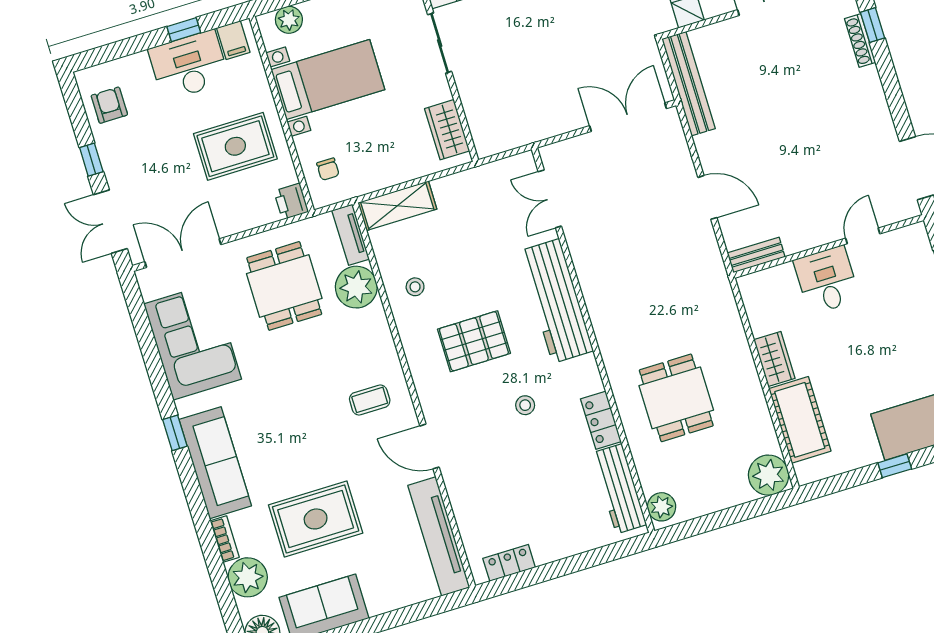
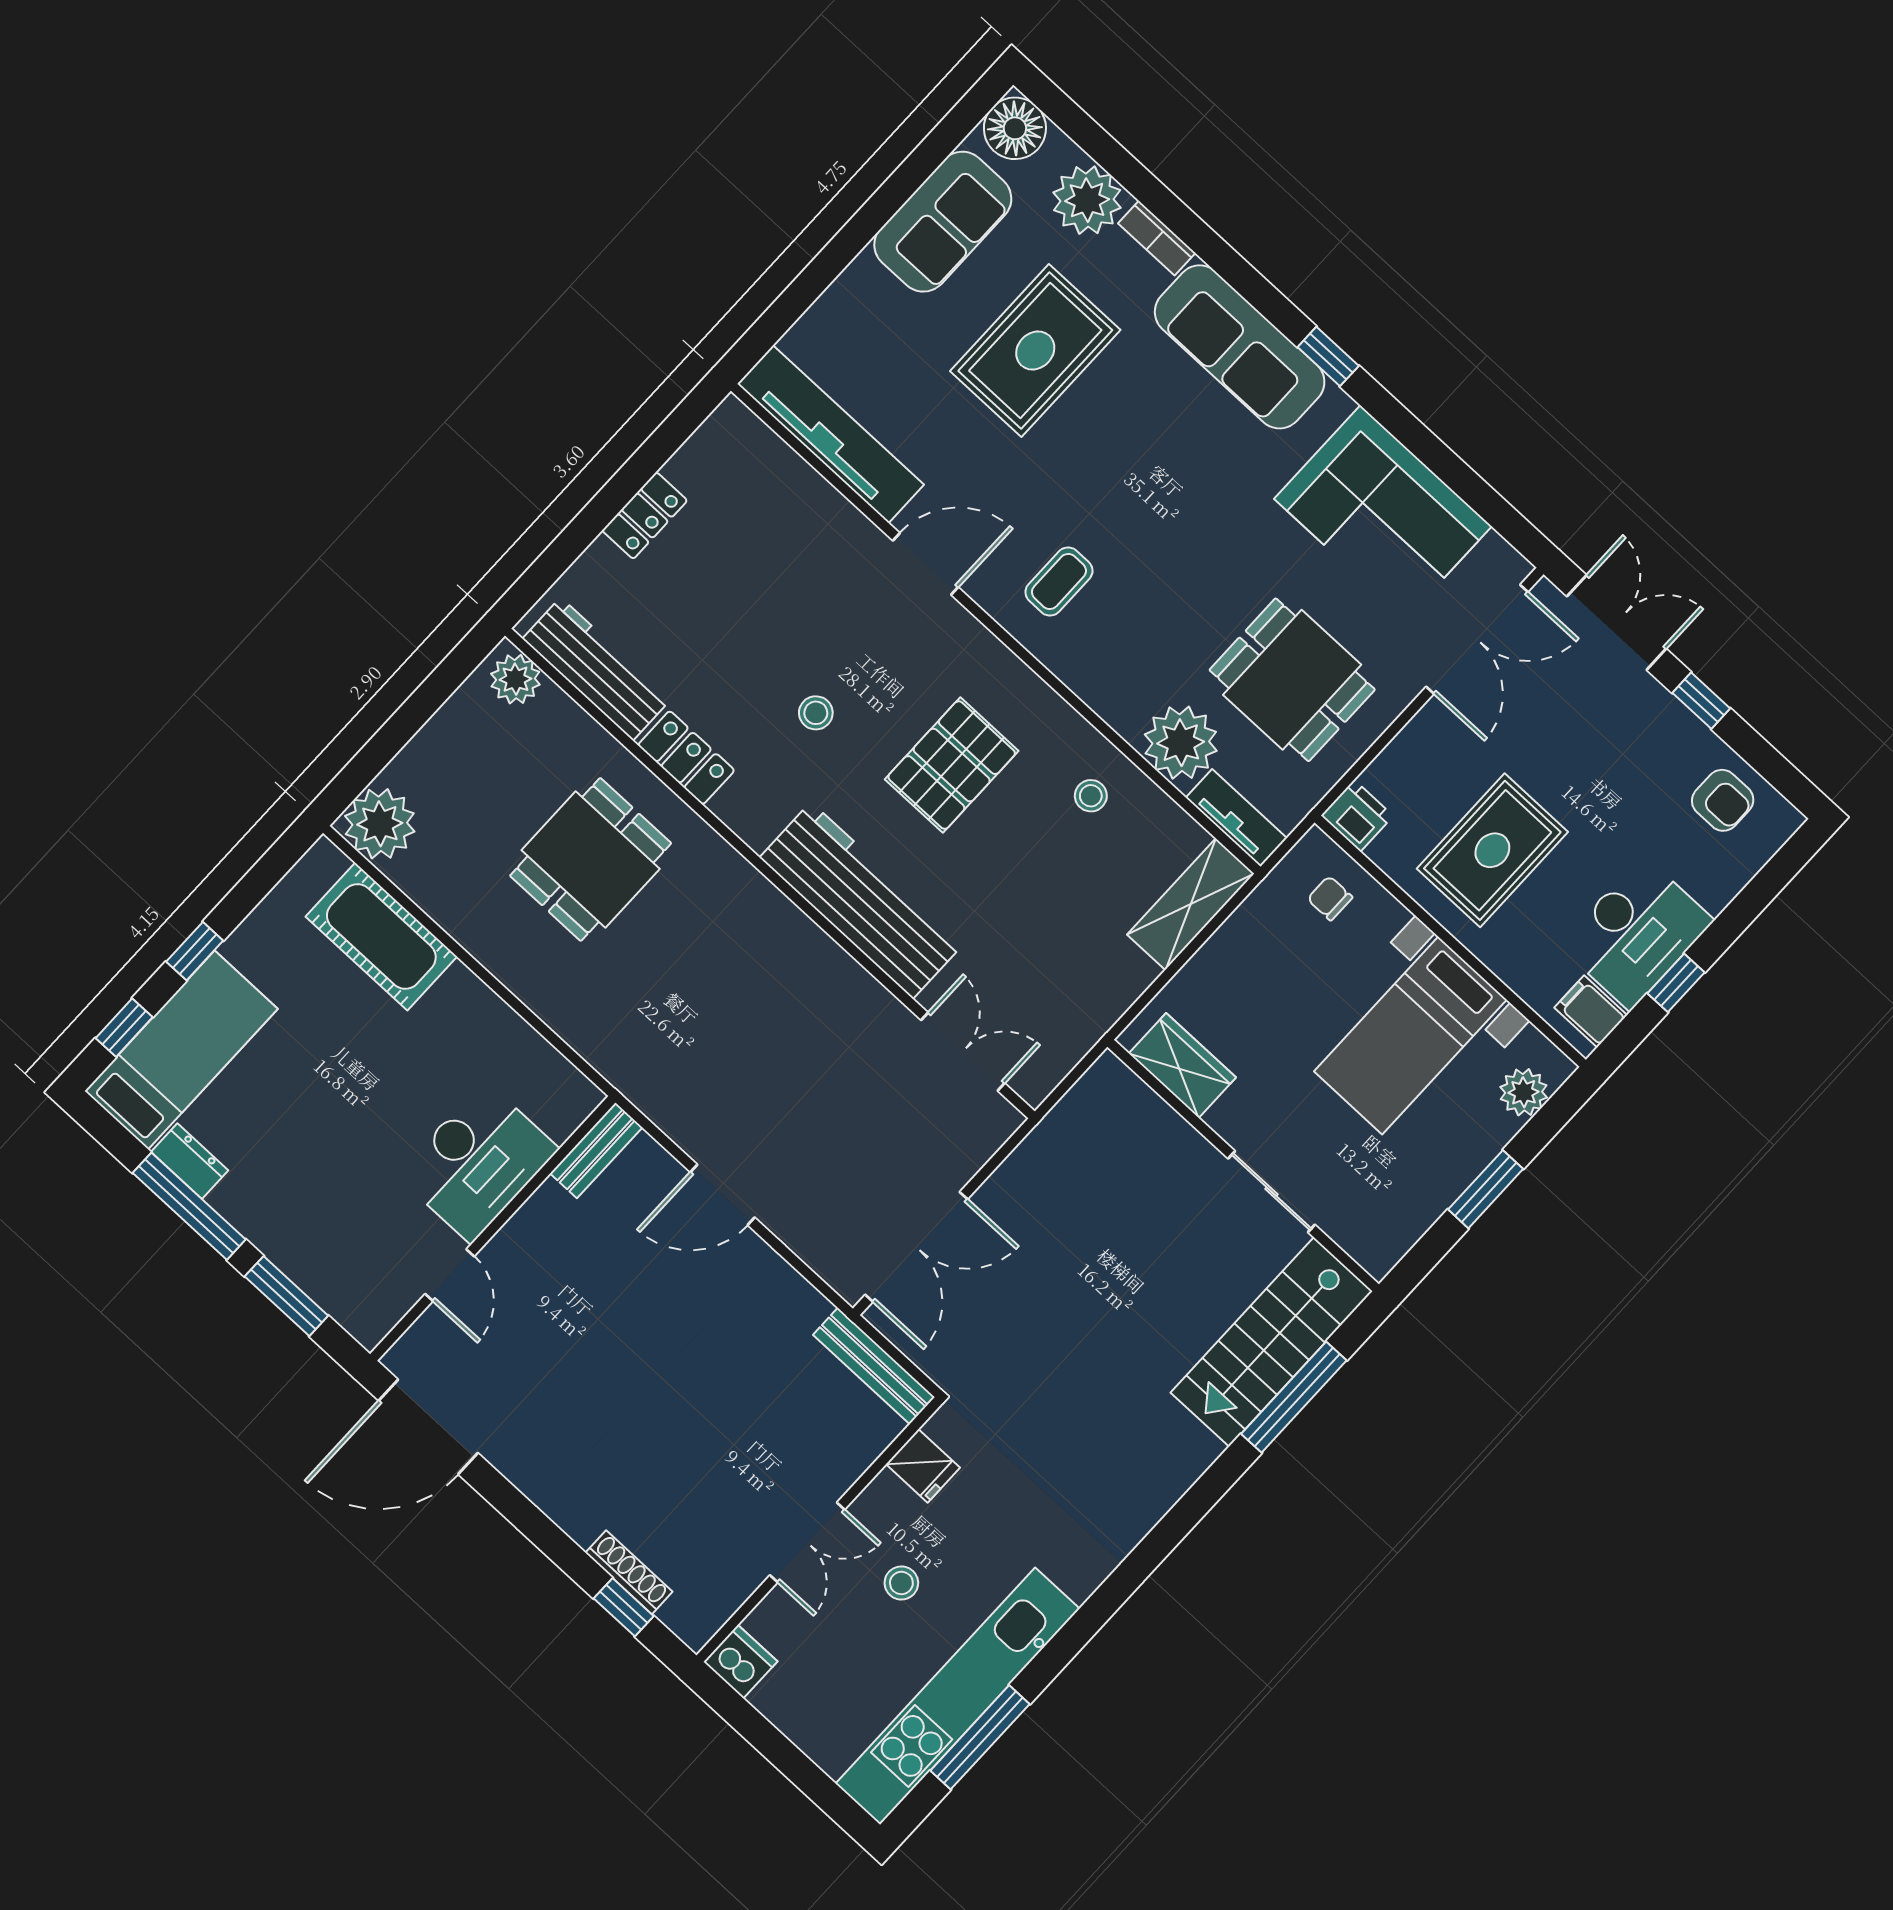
bench: (689, 84) -> (874, 1366), width x0.73, depth x0.82
desk: (827, 280) -> (478, 1162), width x1.37
wardrobe: (774, 359) -> (475, 1007), removed
dining table: (676, 398) -> (591, 859), turned 90
locker: (509, 563) -> (645, 516), moved

